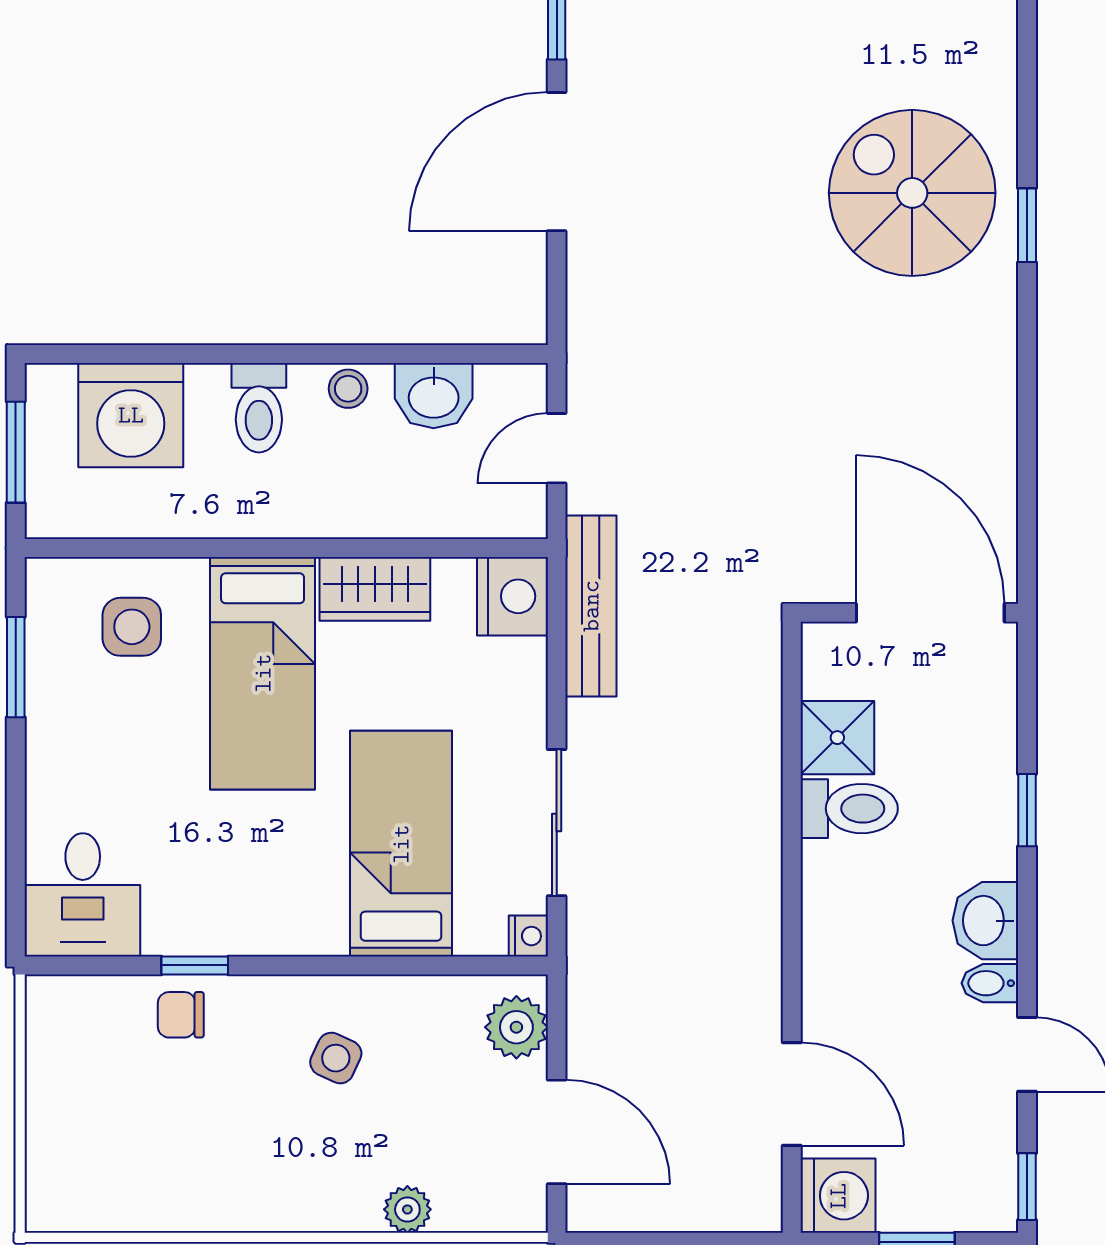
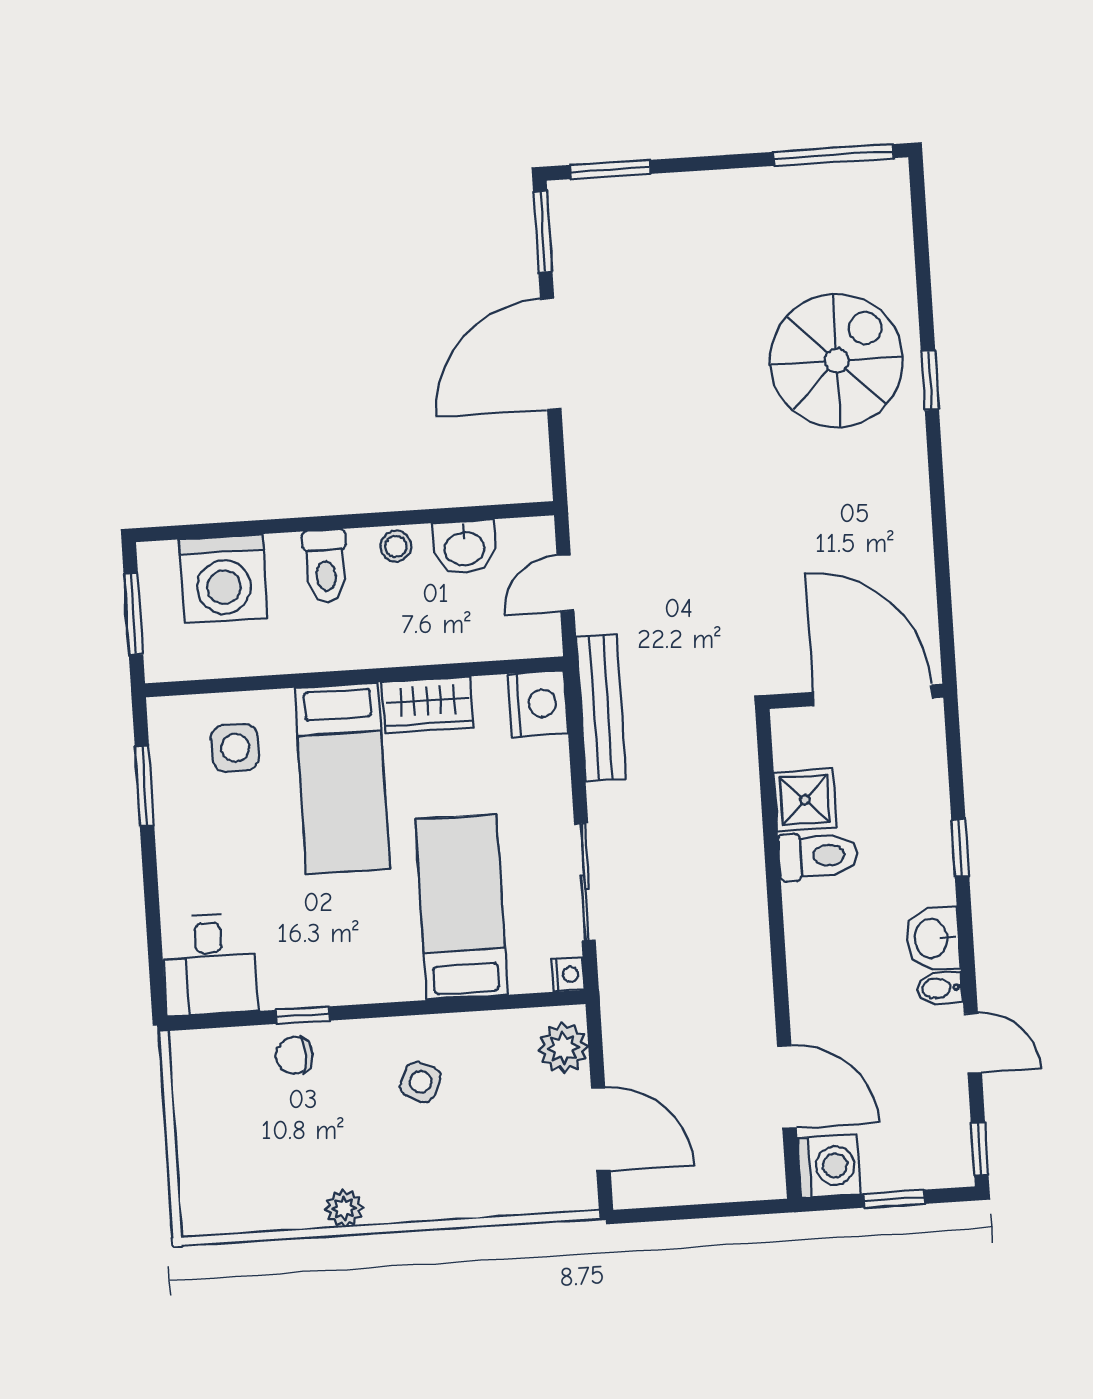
spiral stairs: (912, 193) -> (837, 361), turned 90
plant: (407, 1209) -> (344, 1208), moved

